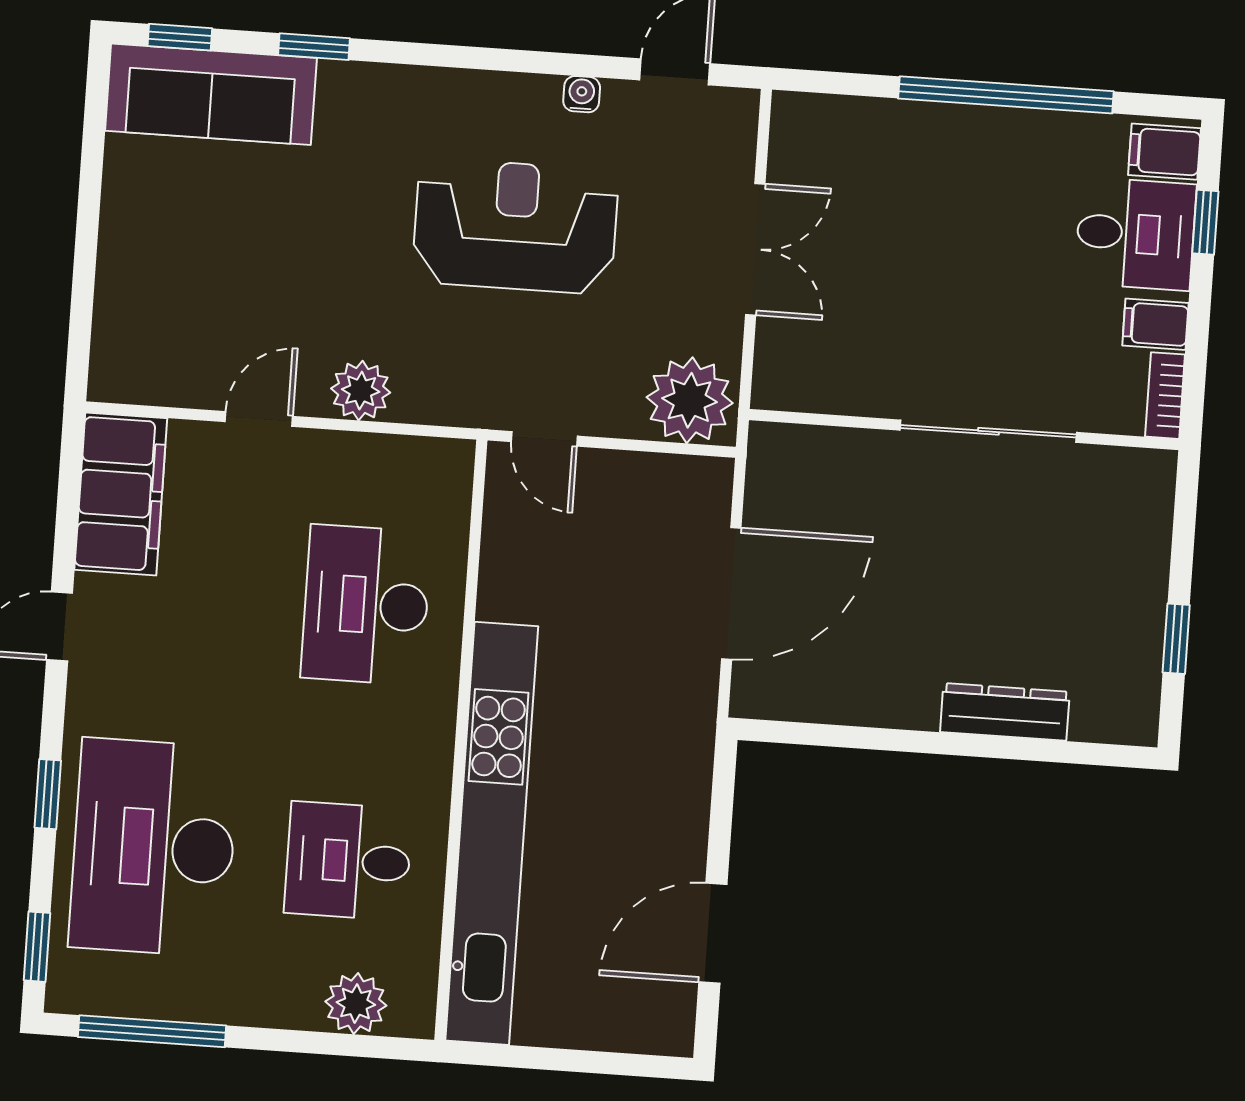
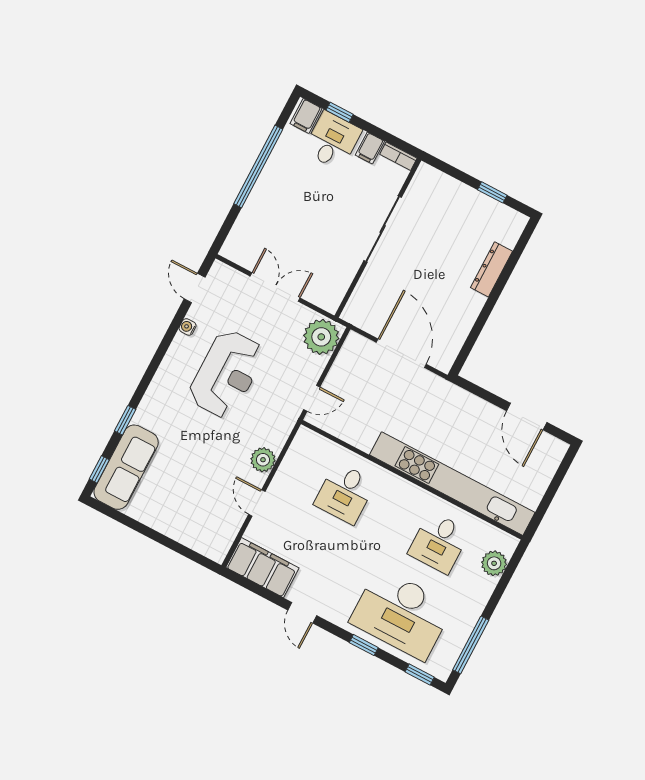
reception desk: (515, 226) -> (226, 374), turned 180
desk: (366, 605) -> (345, 493), width x0.73

